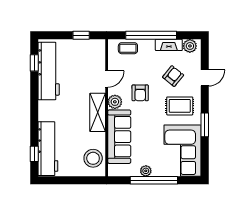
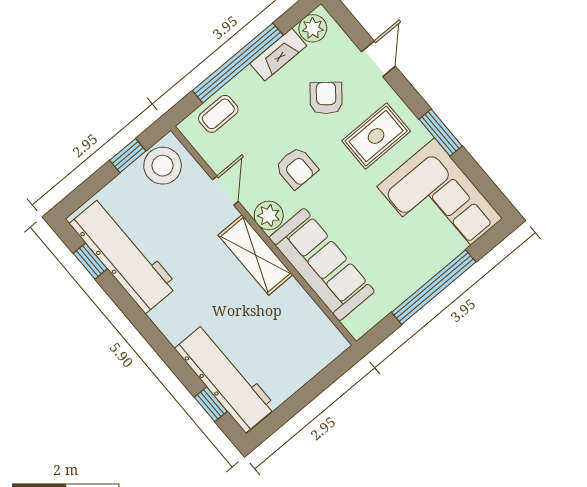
stool: (93, 158) -> (163, 166), moved
plant: (146, 171) -> (409, 283), removed

